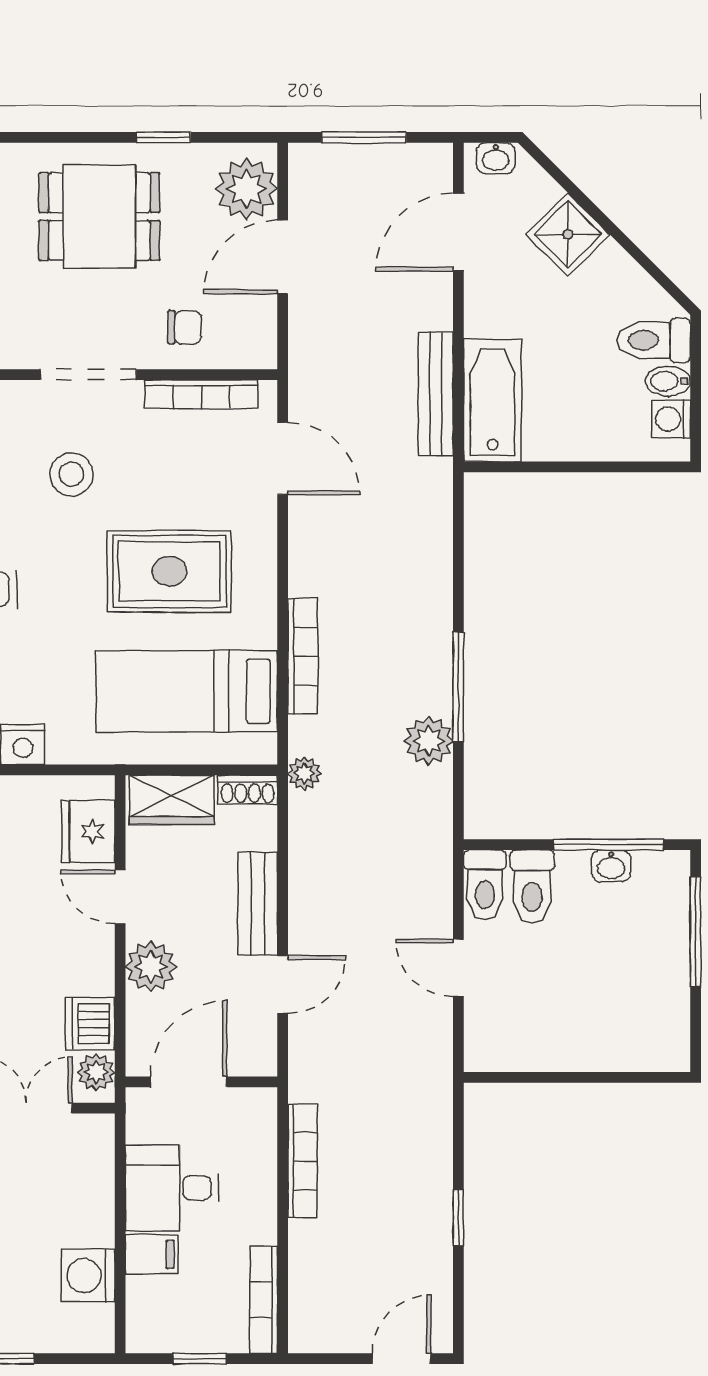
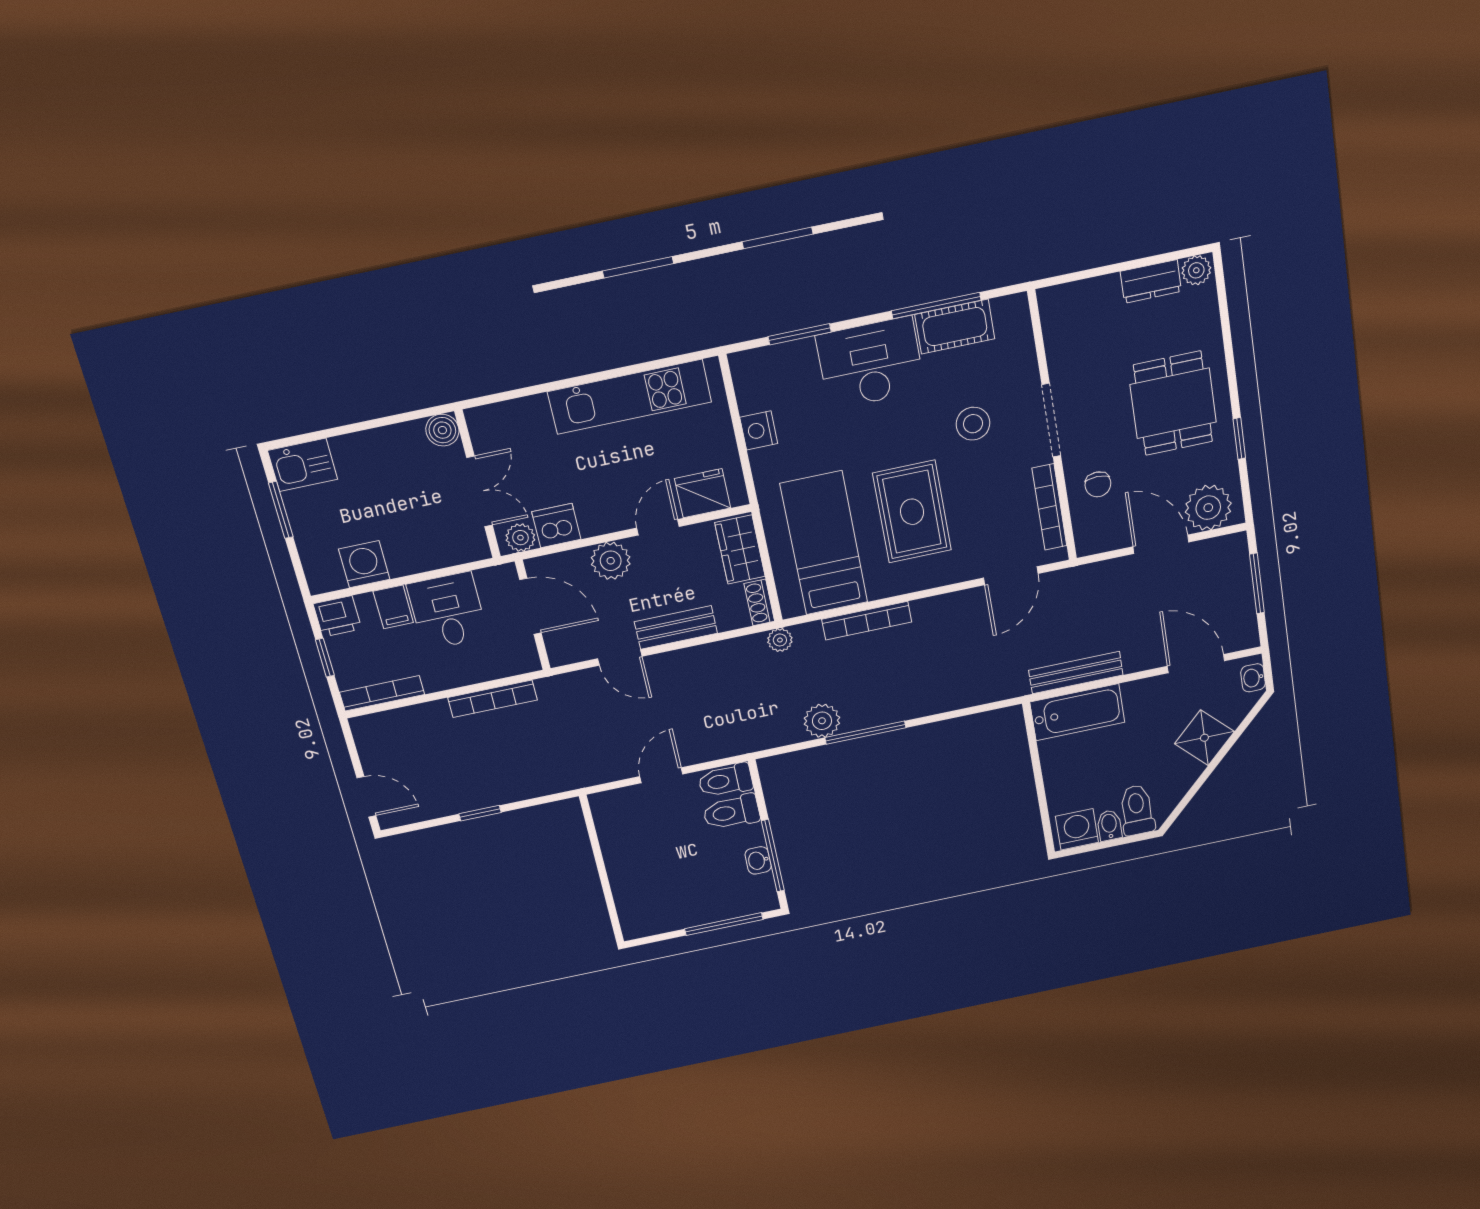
washing machine: (671, 419) -> (1077, 829), width x1.38, depth x1.38
printer: (149, 1328) -> (337, 616), added

